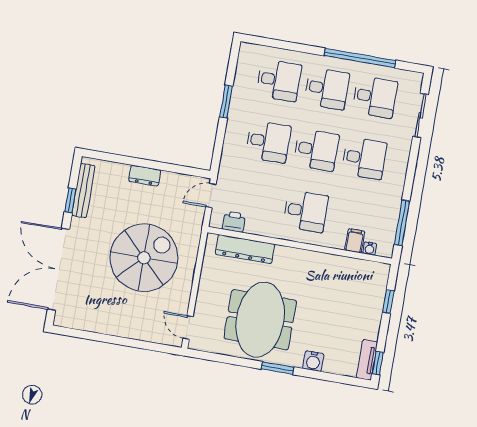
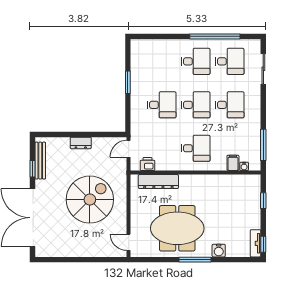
desk: (279, 80) -> (162, 61), removed
meeting table: (260, 320) -> (177, 228), turned 90
window: (278, 368) -> (195, 260), width x1.44

